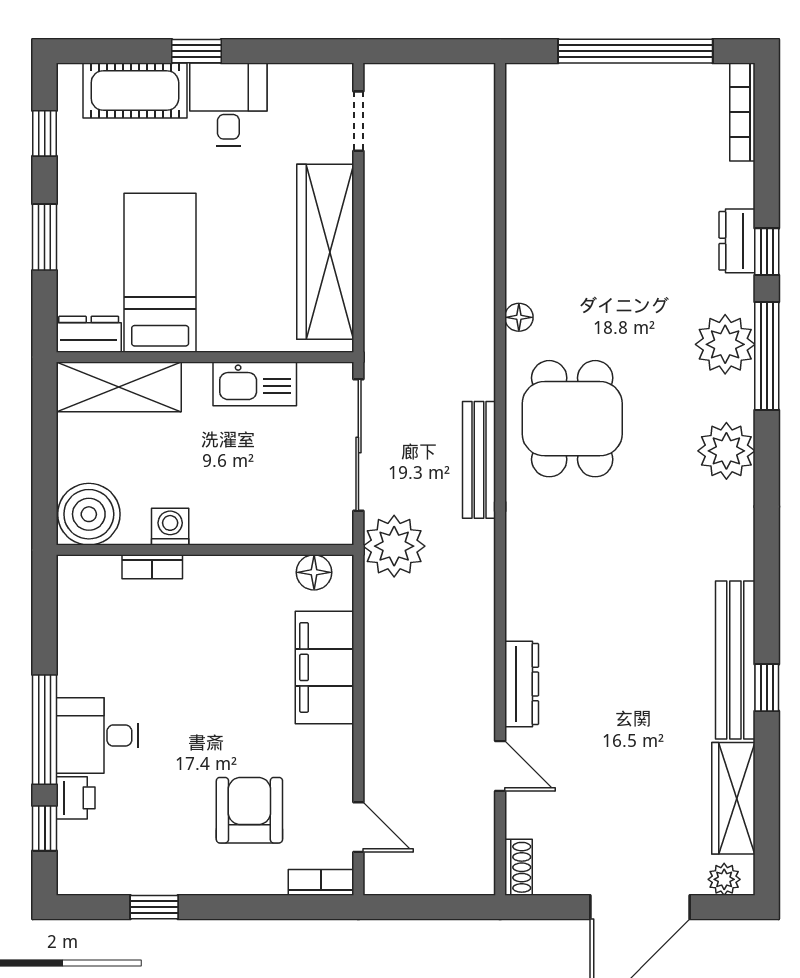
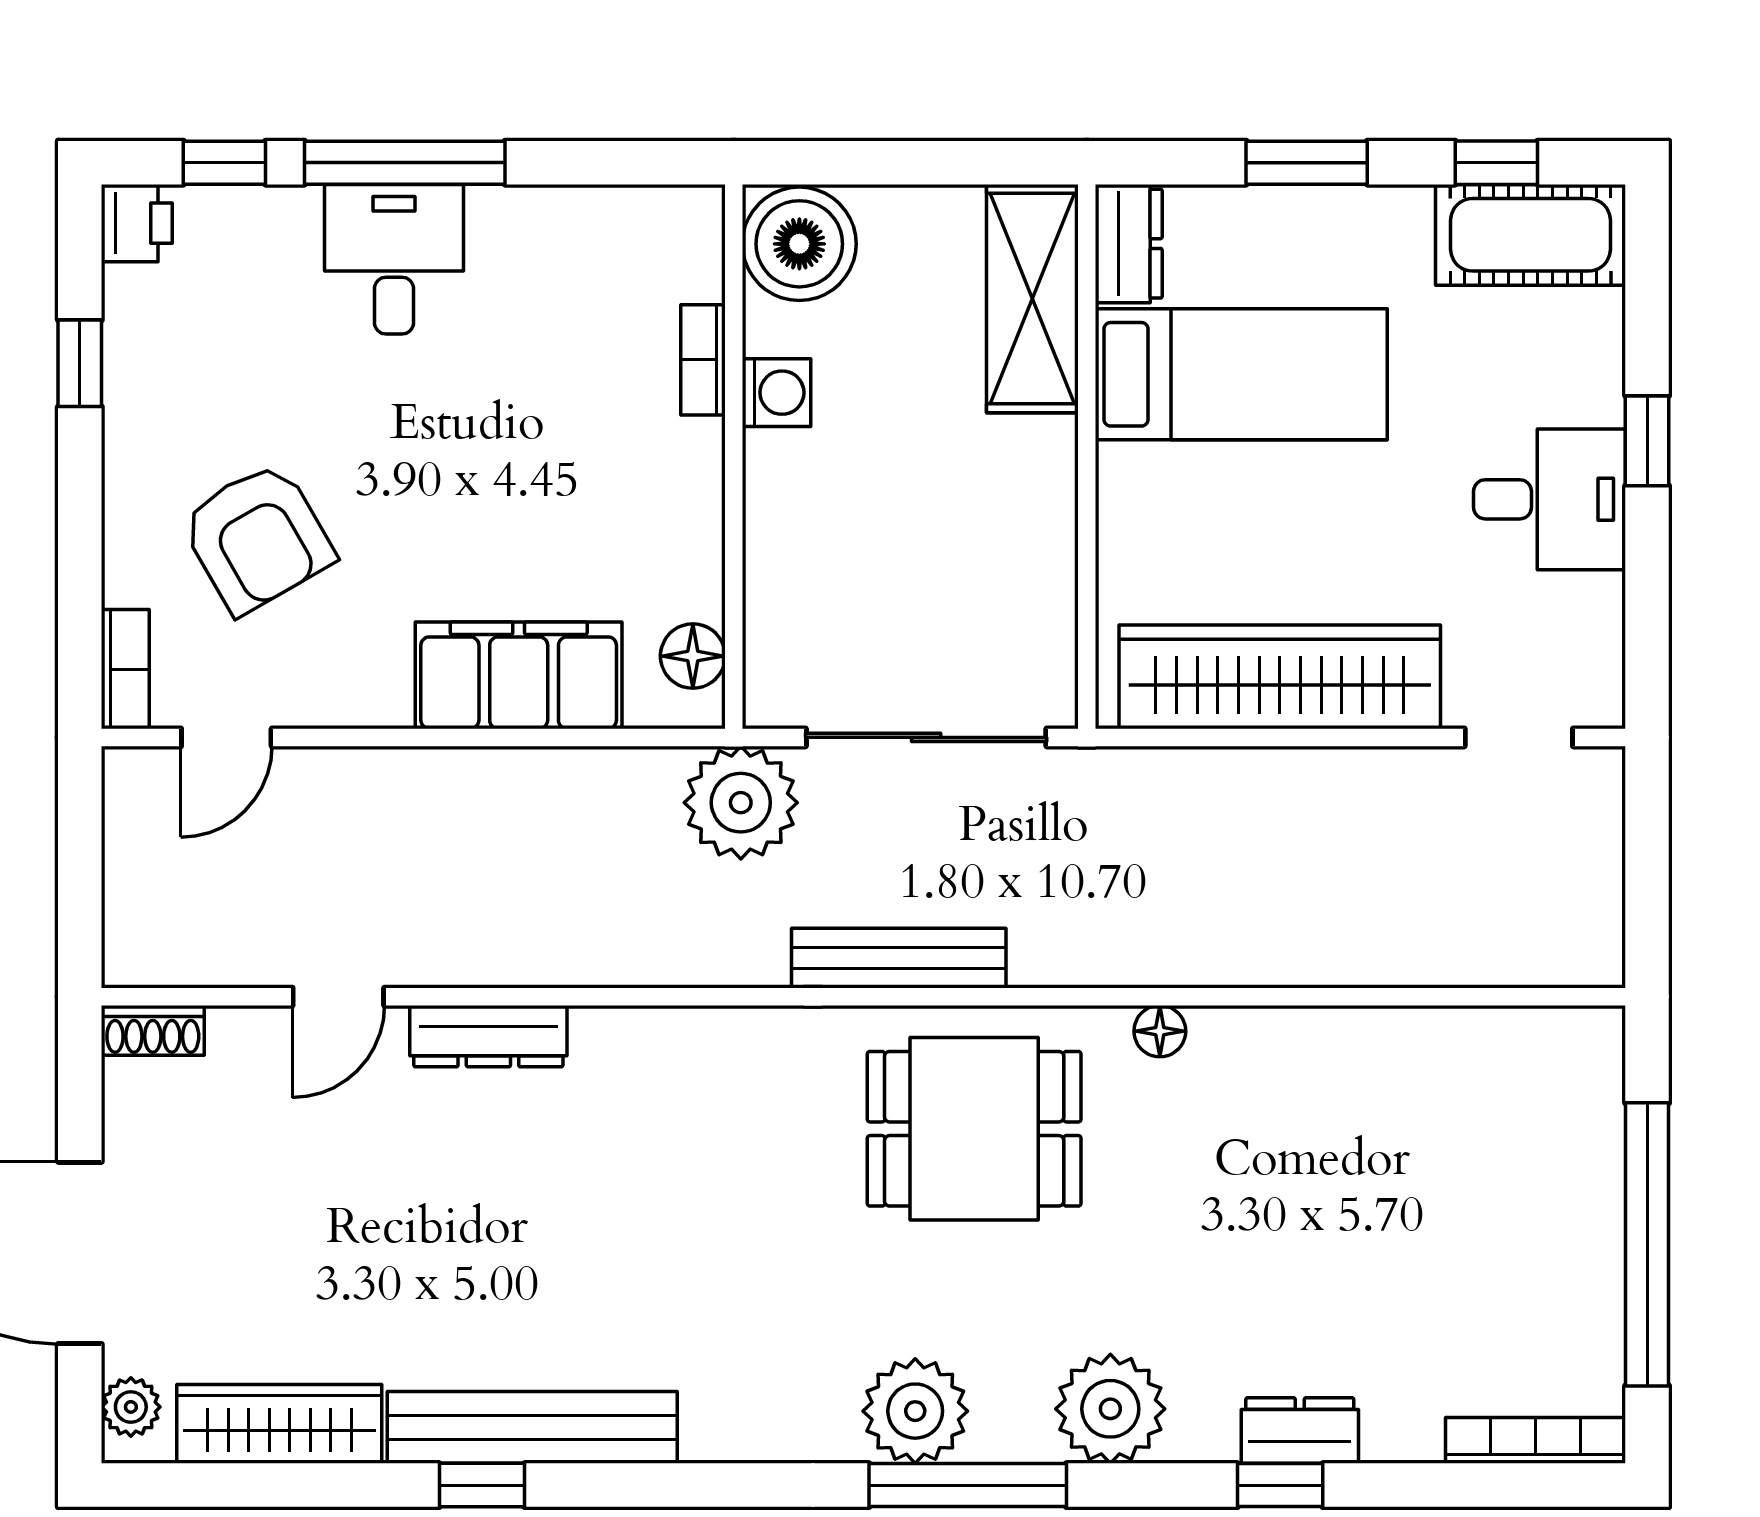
cot: (135, 91) -> (1531, 235), moved, turned 90
window: (767, 356) -> (968, 1485), moved
kitchen sink: (255, 384) -> (1038, 548), removed
printer: (76, 798) -> (137, 223), moved, turned -90
armchair: (249, 810) -> (257, 538), turned 60

